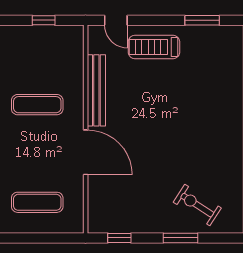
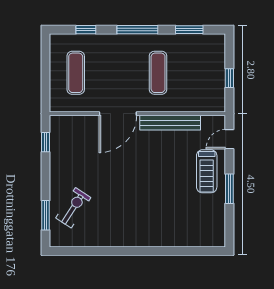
window: (202, 20) -> (229, 189), moved
treadmill: (154, 47) -> (207, 171), turned 180
window: (180, 238) -> (46, 215), moved

